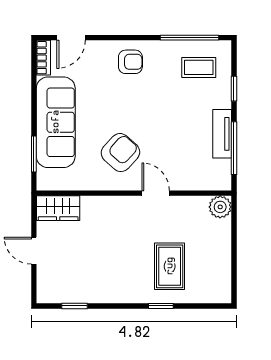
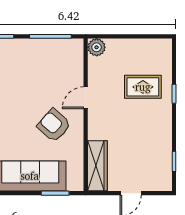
tv unit: (222, 134) -> (39, 46), removed
wardrobe: (58, 208) -> (97, 166), width x1.50

